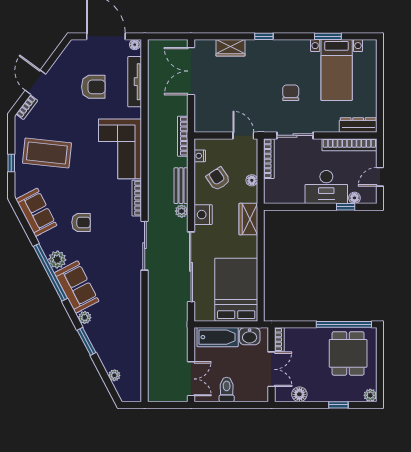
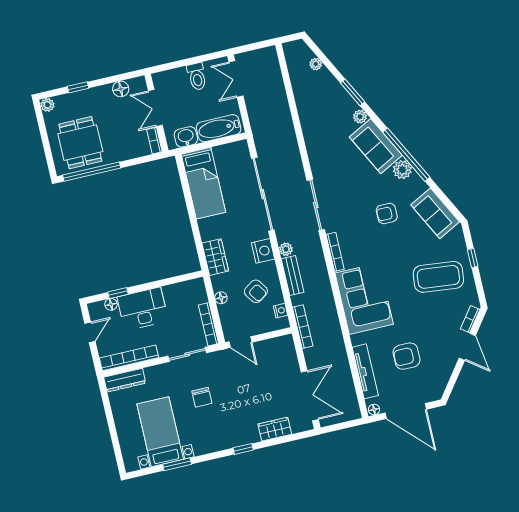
bed: (236, 290) -> (203, 183), width x0.67

